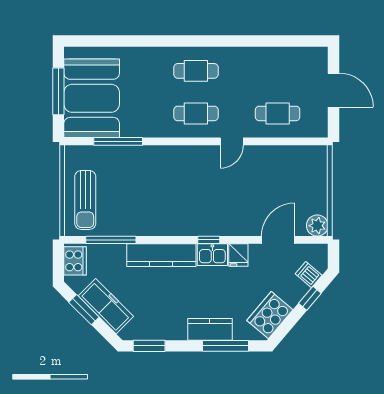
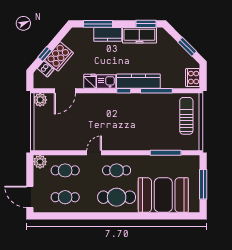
cafe table: (196, 71) -> (117, 197), width x1.37, depth x1.35
cafe table: (278, 71) -> (65, 197), added
door: (334, 90) -> (30, 197), moved
booth: (92, 98) -> (163, 195), moved, turned 90
plant: (317, 127) -> (40, 162), added
window: (111, 240) -> (156, 91), moved
window: (209, 240) -> (124, 91), moved
freezer: (106, 306) -> (139, 35), moved, turned -45
cooker: (270, 315) -> (59, 56), moved

